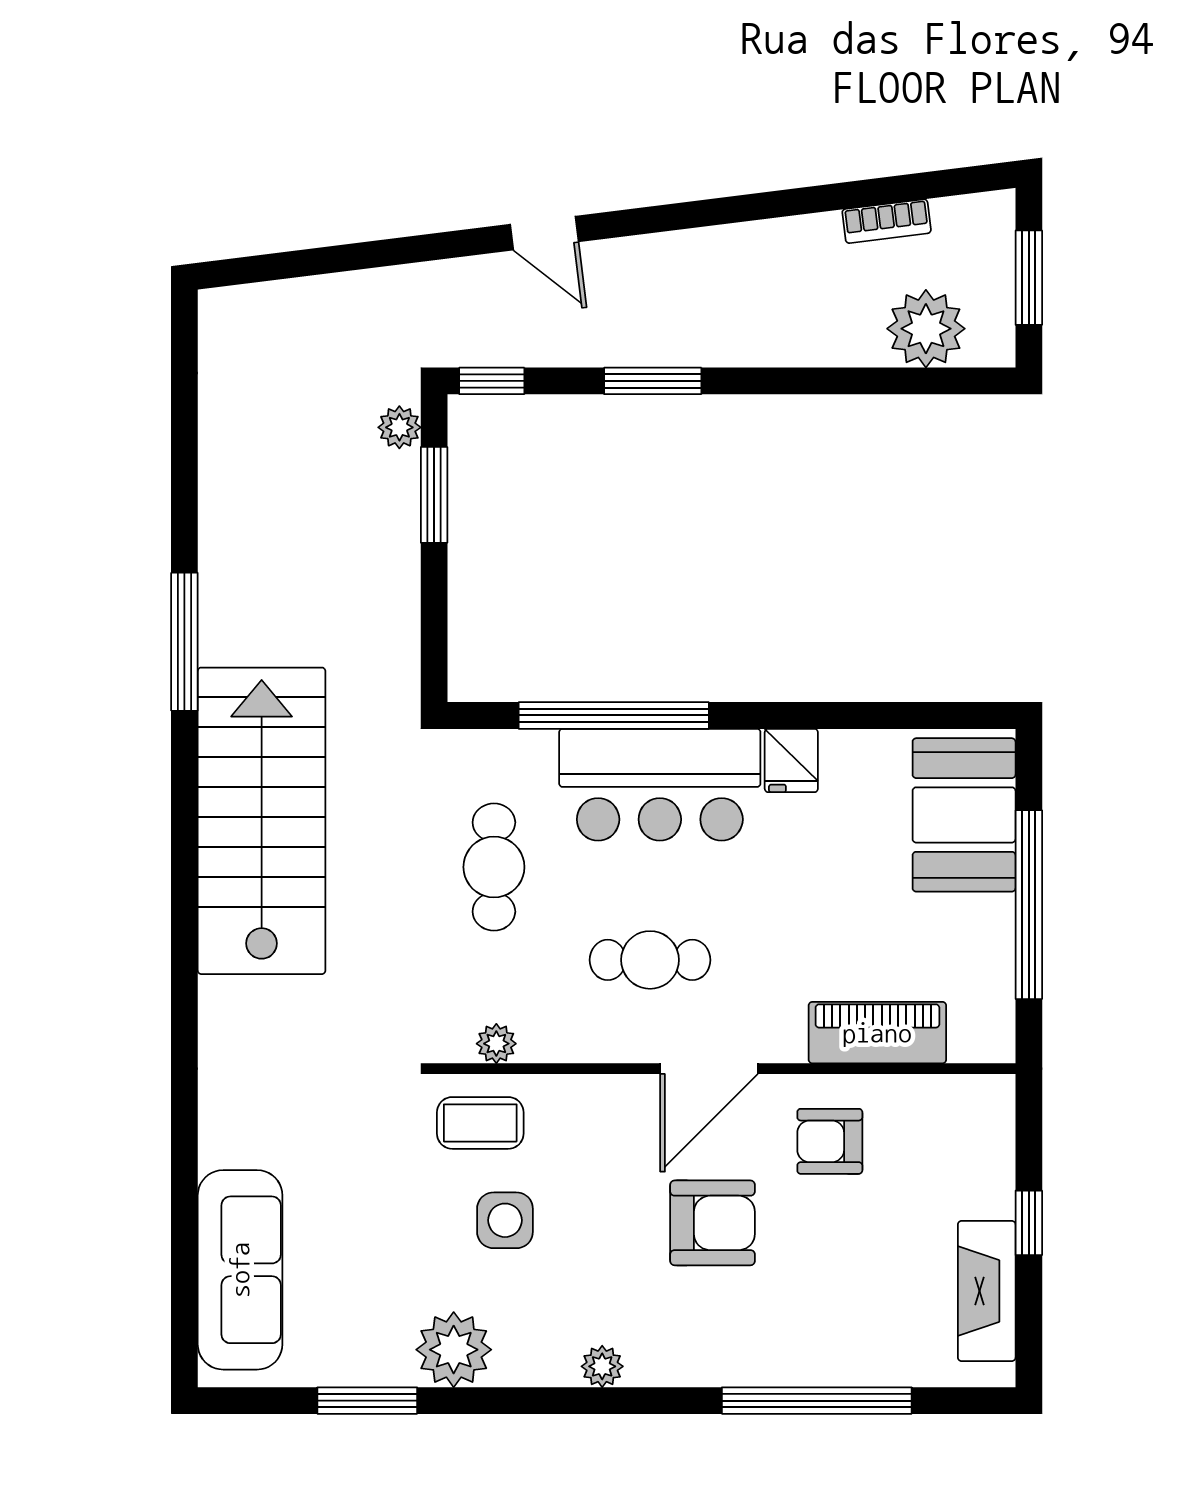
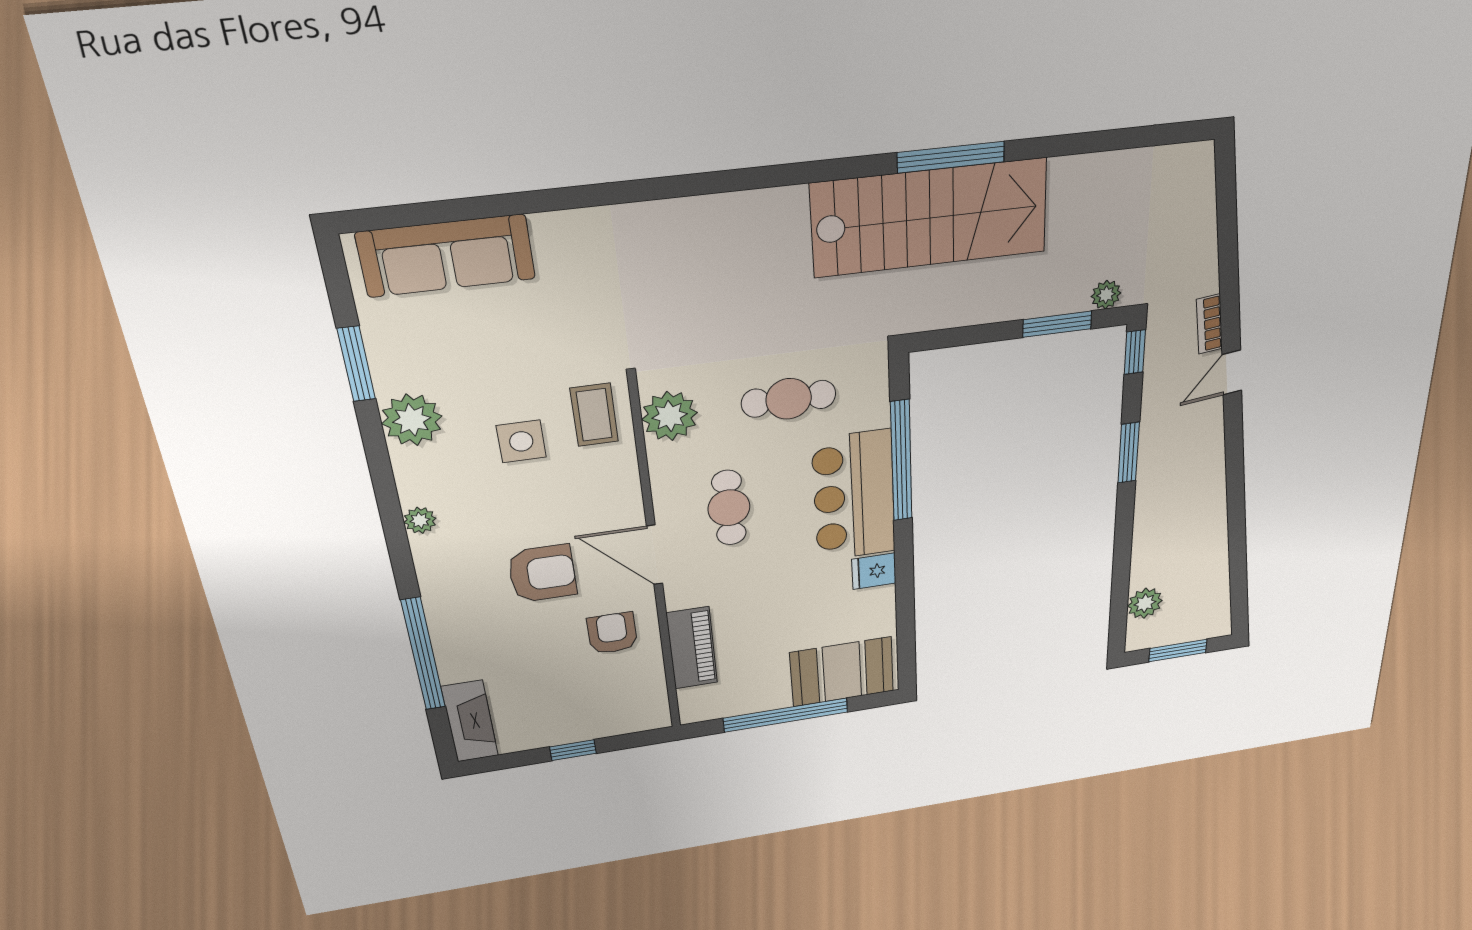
bookcase: (887, 221) -> (1209, 324), moved
plant: (926, 329) -> (1145, 603), width x0.73, depth x0.73
stairs: (262, 821) -> (930, 218), moved
plant: (496, 1044) -> (670, 416), width x1.88, depth x1.88
armchair: (713, 1223) -> (542, 573), turned -90
fireplace: (987, 1291) -> (470, 721), moved, turned 90

